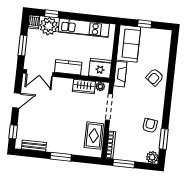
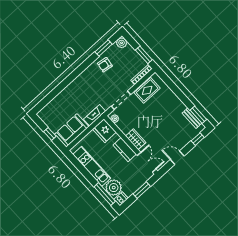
window: (52, 14) -> (105, 194), width x2.17
armchair: (155, 77) -> (74, 93), removed
wardrobe: (84, 86) -> (136, 139), moved
window: (61, 157) -> (198, 115), moved

